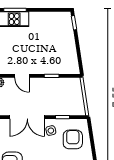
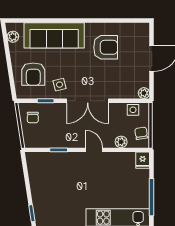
chair: (73, 103) -> (33, 118), added
double door: (27, 117) -> (88, 101), swing flipped

